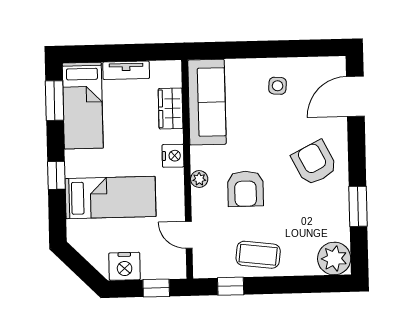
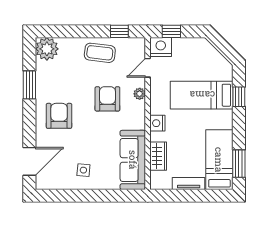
armchair: (314, 163) -> (59, 116), turned -153
window: (56, 175) -> (239, 97), moved
plant: (199, 179) -> (140, 94), moved
door: (189, 235) -> (148, 68), swing flipped
nightstand: (125, 266) -> (161, 47), moved

